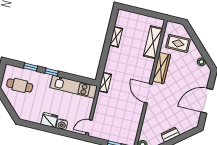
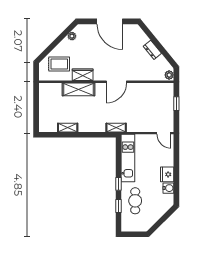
shelving: (153, 42) -> (78, 89), moved
rug: (178, 43) -> (59, 64), turned 90
wardrobe: (161, 68) -> (83, 75), width x0.67
cafe table: (20, 85) -> (135, 201), moved
water cooler: (62, 124) -> (168, 188), moved

